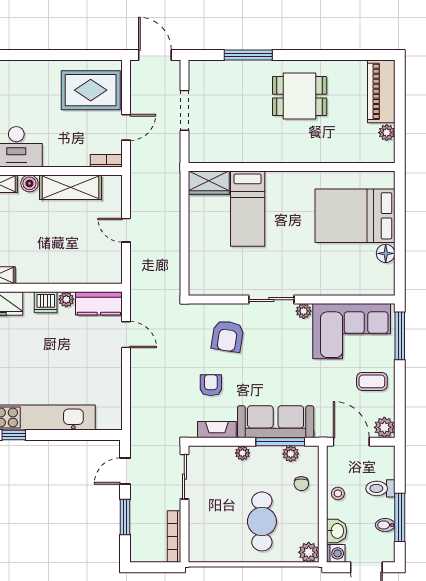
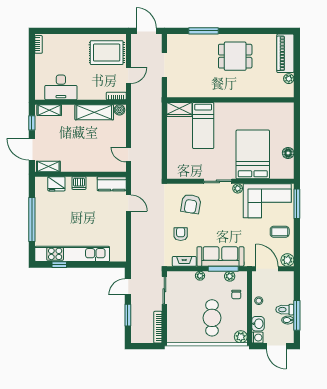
boiler: (29, 183) -> (119, 110), moved
bed: (355, 216) -> (253, 154), moved, turned 90
door: (126, 230) -> (128, 155), moved
plant: (66, 299) -> (92, 181), removed
toilet: (380, 488) -> (285, 310), moved

